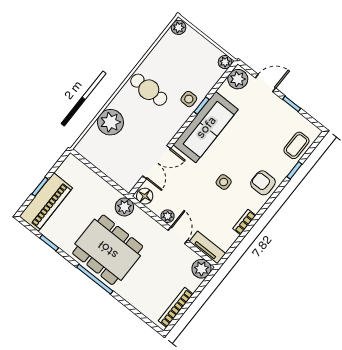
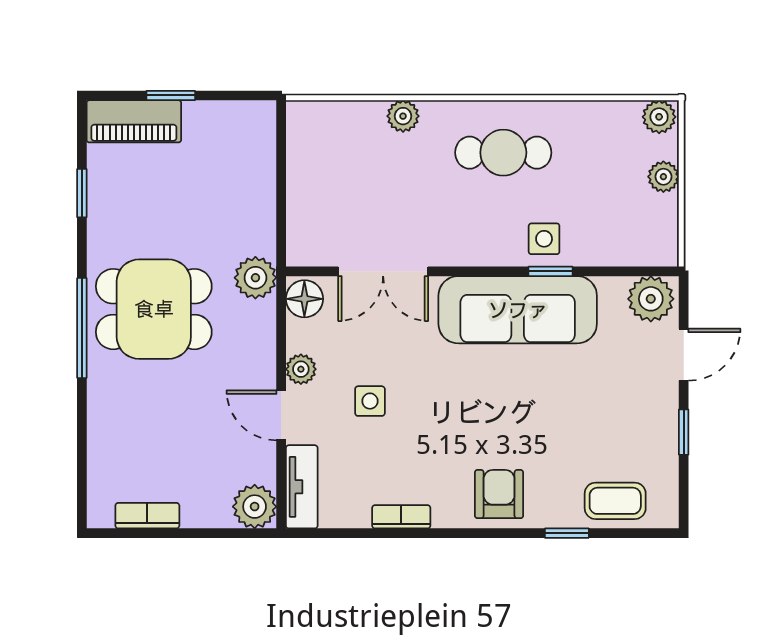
plant: (225, 62) -> (663, 177), moved
door: (265, 83) -> (684, 355), hinge flipped
cafe table: (149, 90) -> (503, 153), turned 90
plant: (110, 122) -> (403, 116), width x0.53, depth x0.53
side table: (224, 182) -> (370, 401), moved
piano: (46, 202) -> (134, 121), width x0.73, depth x0.75
door: (178, 235) -> (281, 415), swing flipped
dining table: (108, 250) -> (154, 309), width x0.73
bookcase: (176, 307) -> (147, 516), width x0.64

